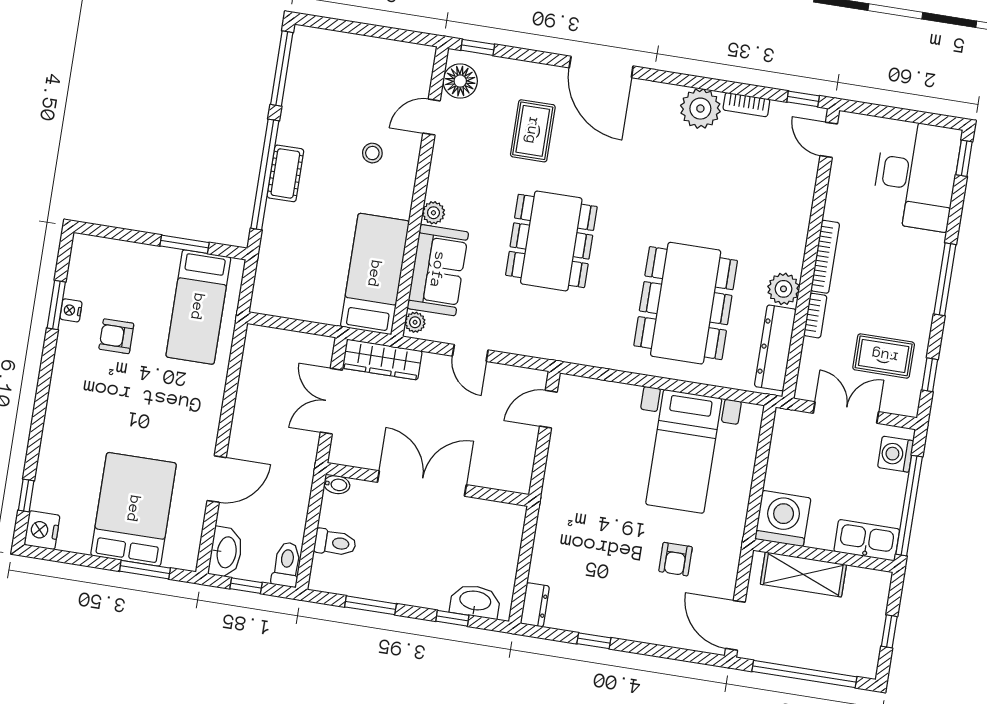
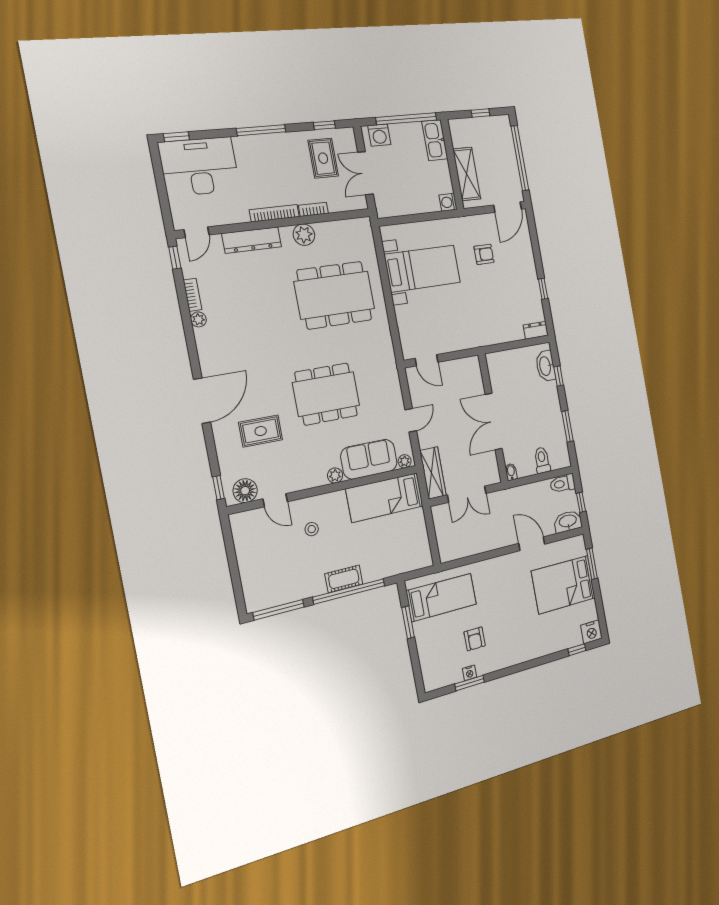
plant: (700, 109) -> (198, 319), width x0.53, depth x0.53
dresser: (775, 348) -> (252, 240), moved
washing machine: (783, 518) -> (448, 202), width x0.53, depth x0.53

